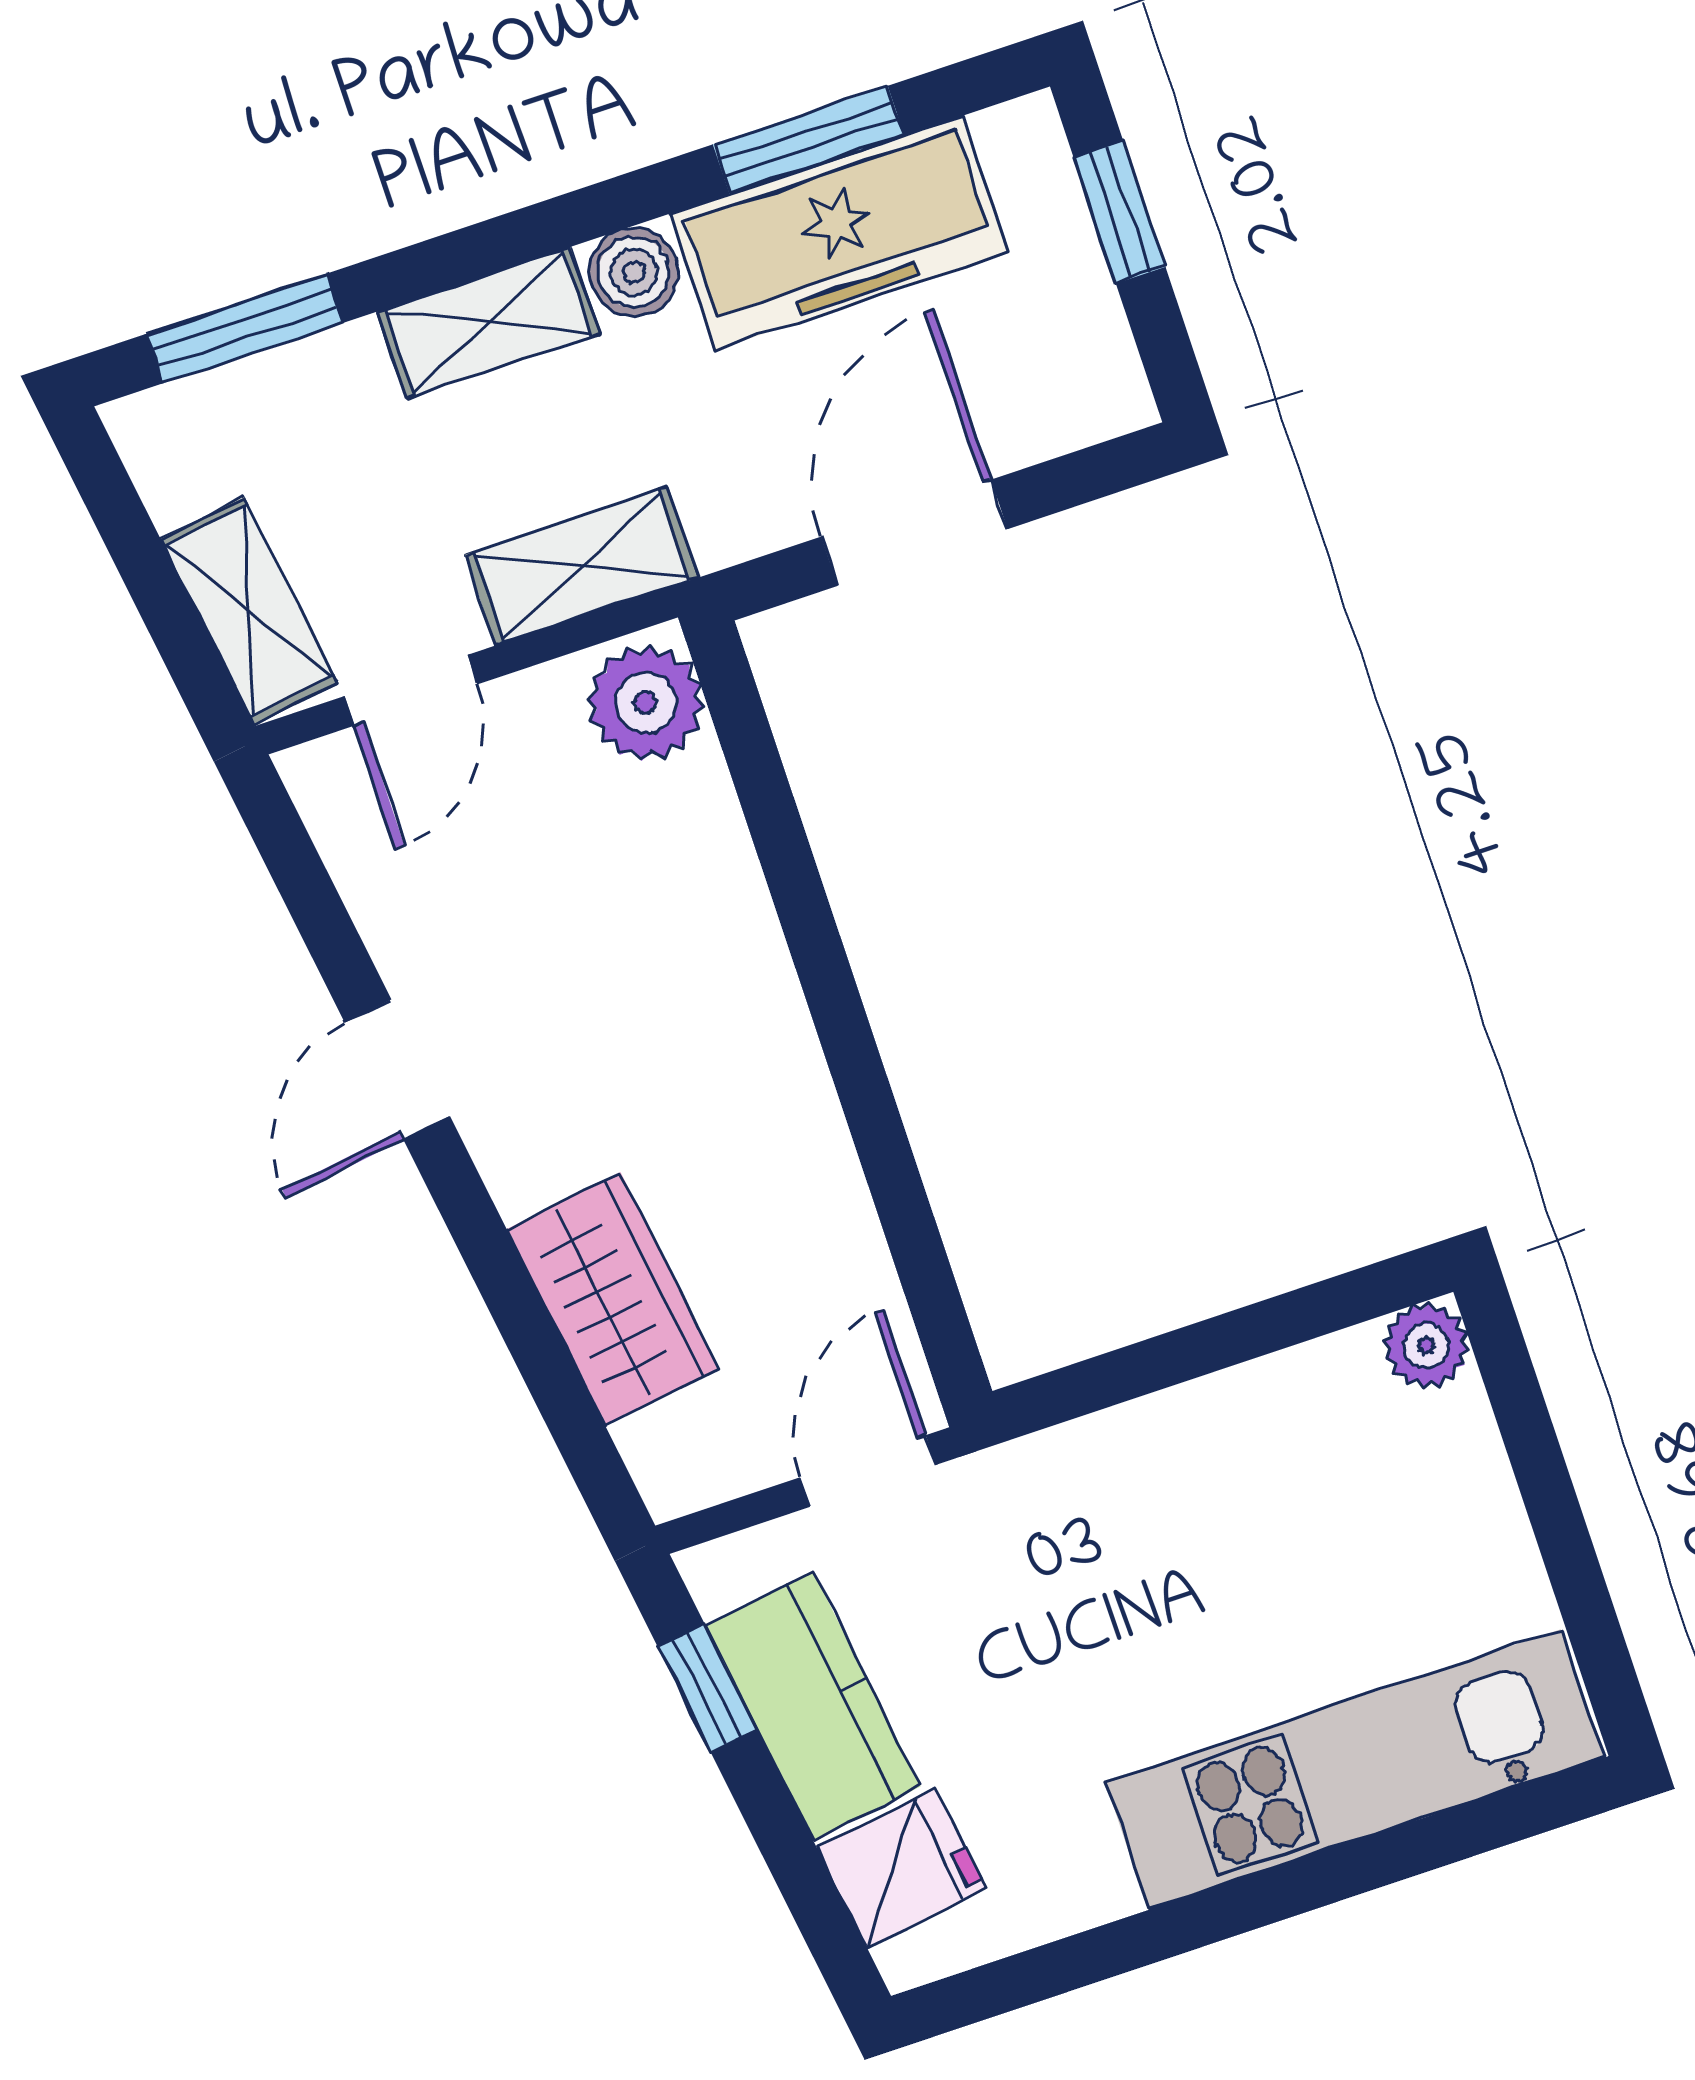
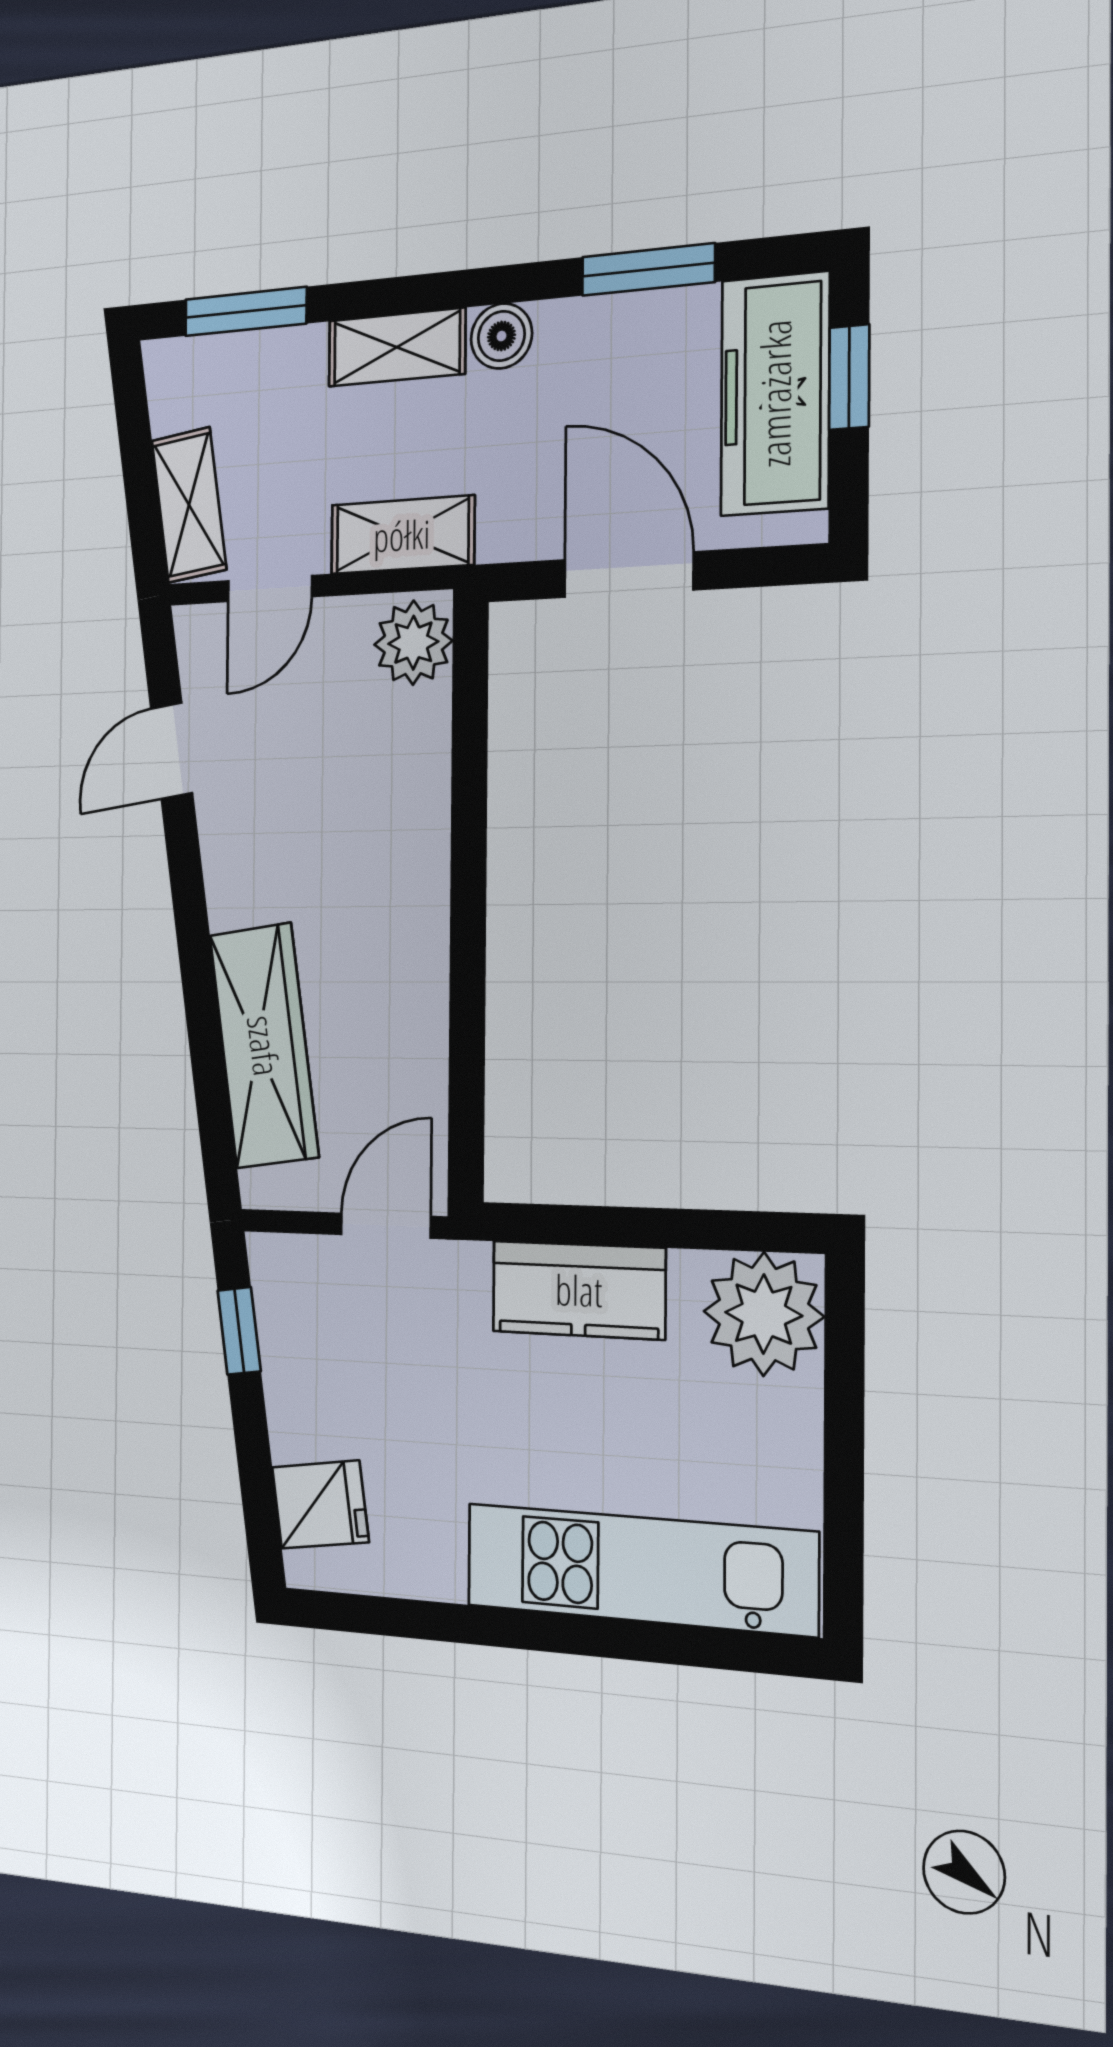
freezer: (839, 233) -> (775, 394), moved, turned 90
door: (914, 533) -> (629, 575), hinge flipped
door: (397, 1069) -> (172, 751), moved
wardrobe: (613, 1299) -> (264, 1046), width x1.50
plant: (1426, 1346) -> (764, 1314), width x1.87, depth x1.87
kitchen counter: (813, 1706) -> (579, 1290), moved, turned 98

